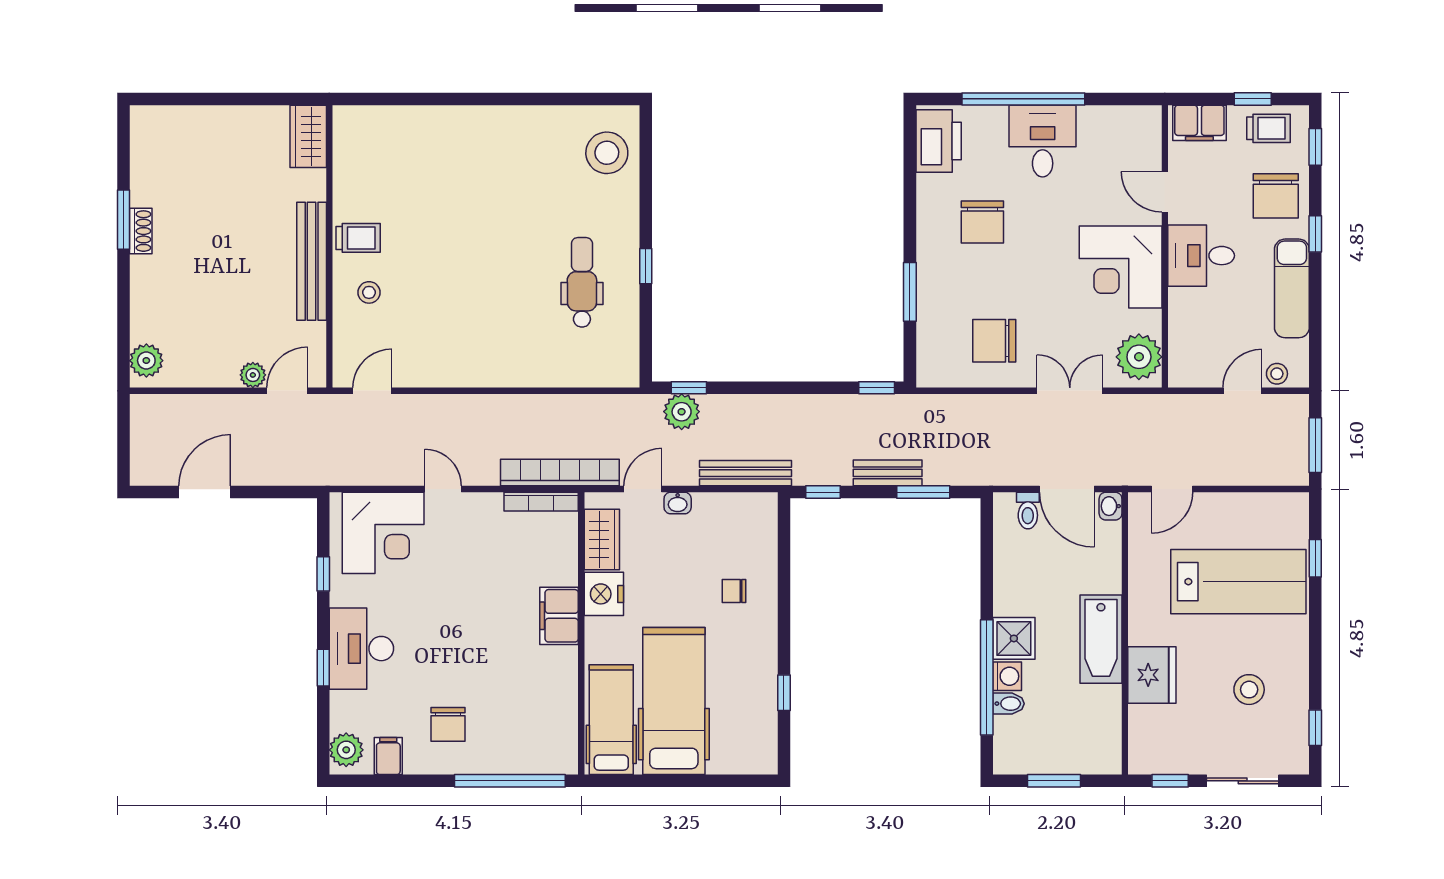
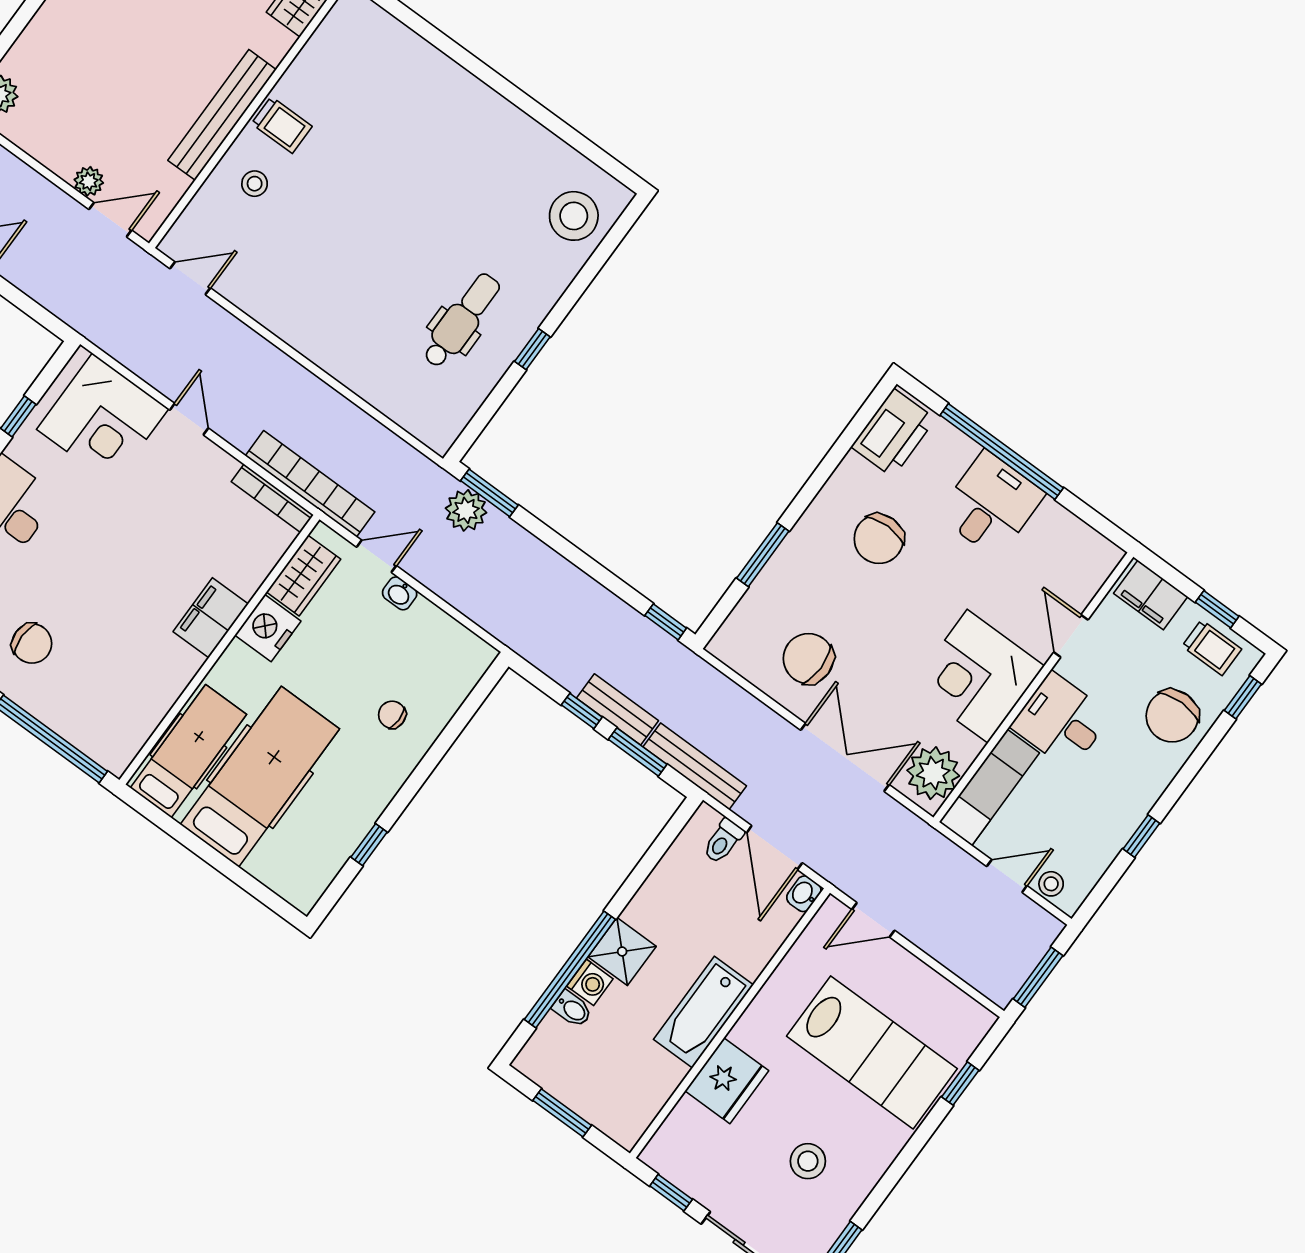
window: (1315, 234) -> (1141, 836), moved
exam couch: (1292, 288) -> (989, 787), moved, turned 180
window: (689, 388) -> (489, 493), width x1.50
double door: (1070, 391) -> (845, 757), width x1.37
bench: (746, 473) -> (695, 766), moved
window: (823, 492) -> (582, 711), moved
chair: (448, 724) -> (32, 643), turned -90

